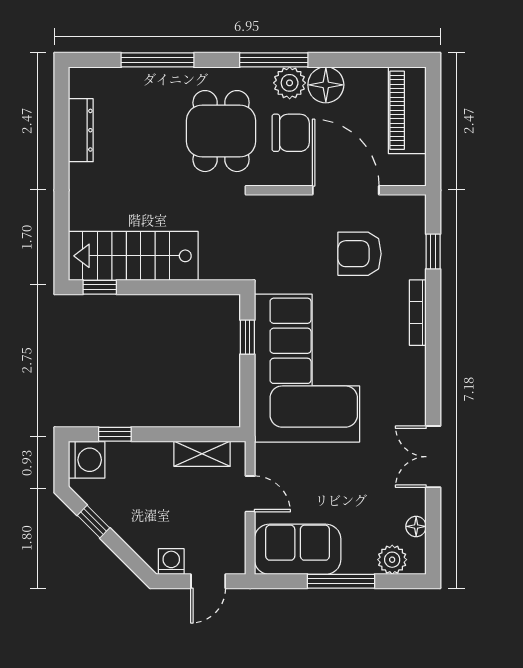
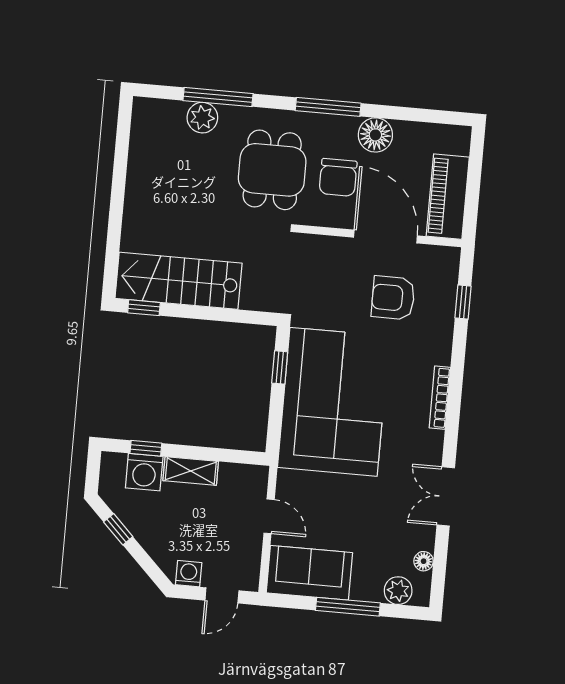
plant: (290, 83) -> (202, 118), moved
piano: (407, 110) -> (448, 197), moved
dresser: (81, 130) -> (139, 157), removed
chair: (291, 133) -> (338, 177), turned 90
bookcase: (418, 313) -> (440, 398), moved
shelving: (202, 454) -> (191, 471), moved
washing machine: (87, 460) -> (144, 472), moved, turned 90

